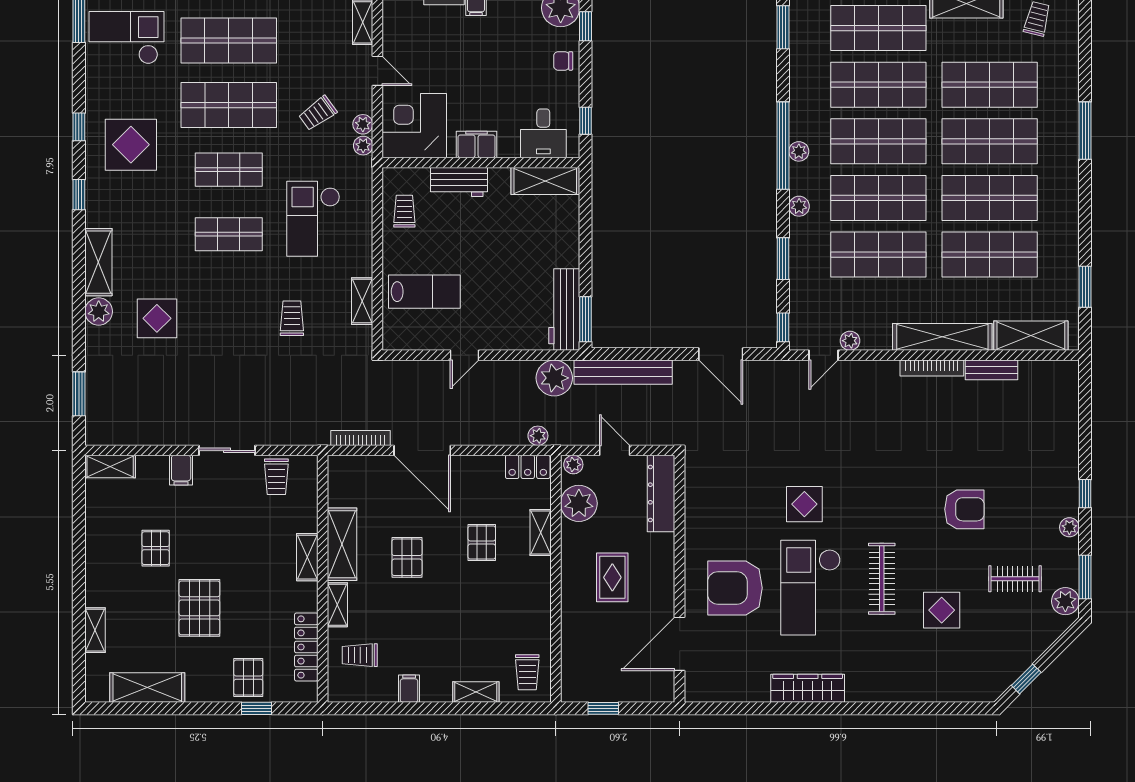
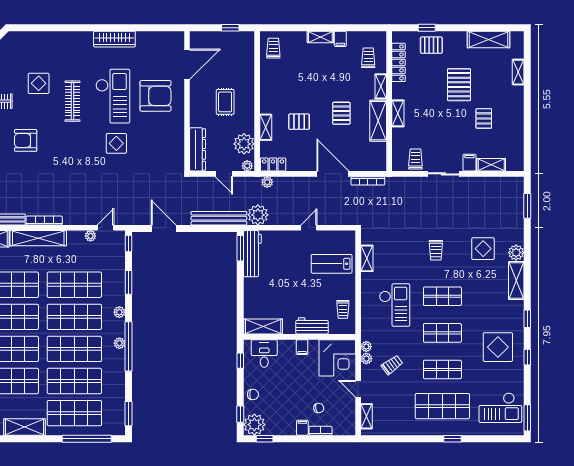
chair: (447, 37) -> (319, 408), added
shop shelf: (229, 105) -> (442, 369), width x0.70, depth x0.74
filing cabinet: (477, 144) -> (302, 347), width x0.50
trolley: (292, 318) -> (436, 250), moved
shelving: (110, 466) -> (491, 165), moved
pallet: (482, 542) -> (299, 122), turned 90
trolley: (360, 655) -> (368, 58), turned -90
pallet: (248, 678) -> (431, 45), turned 90
shelving: (476, 692) -> (320, 37), moved

